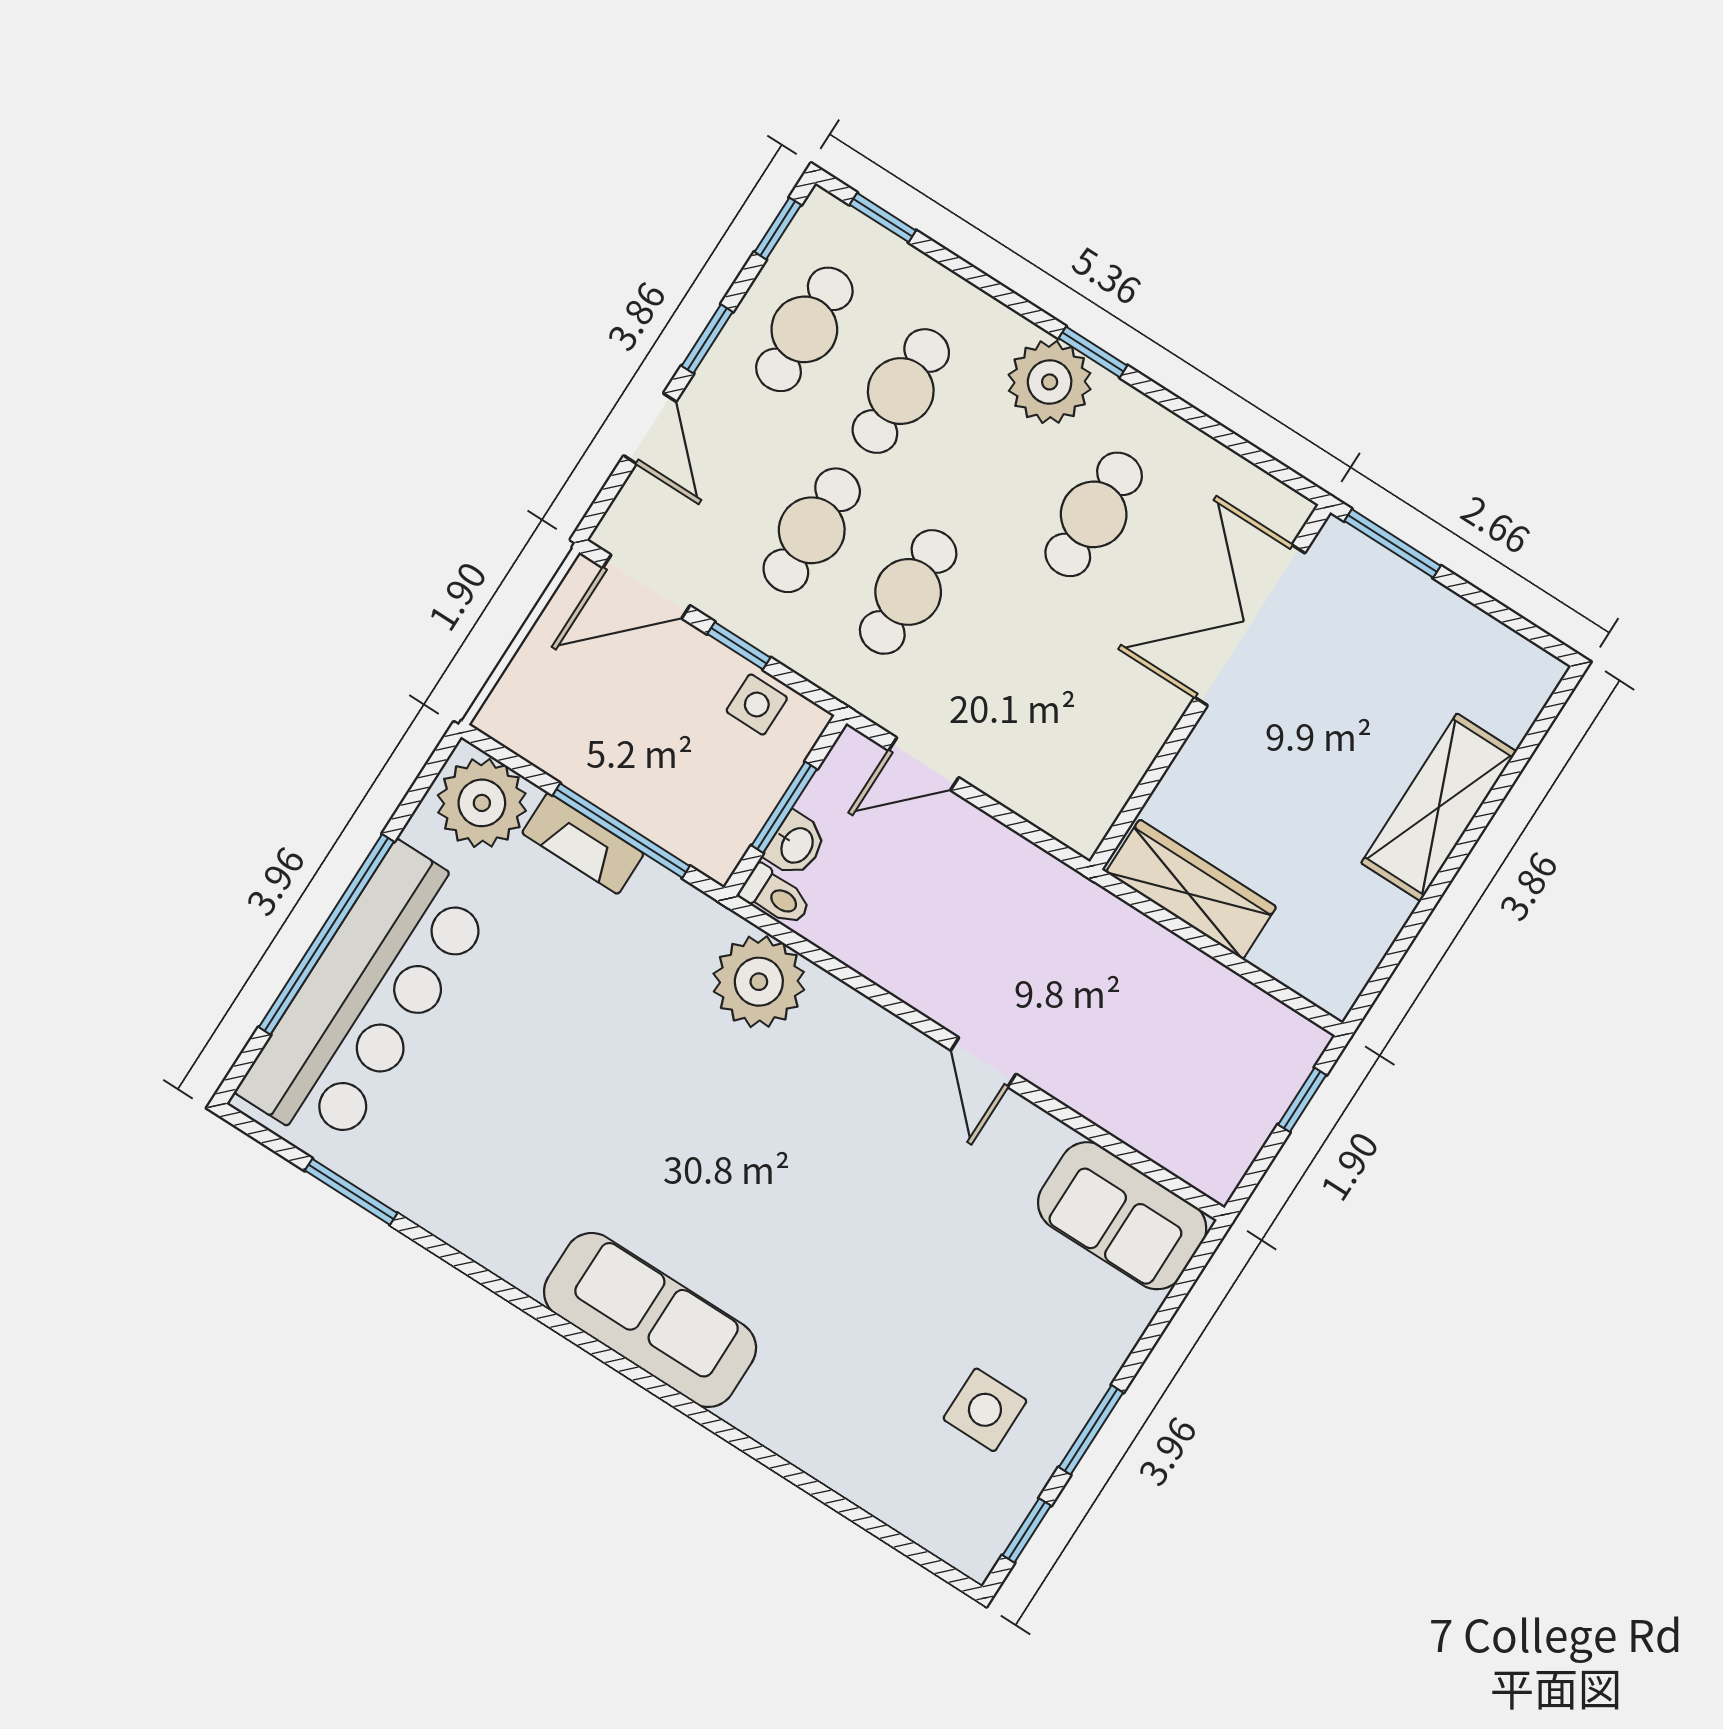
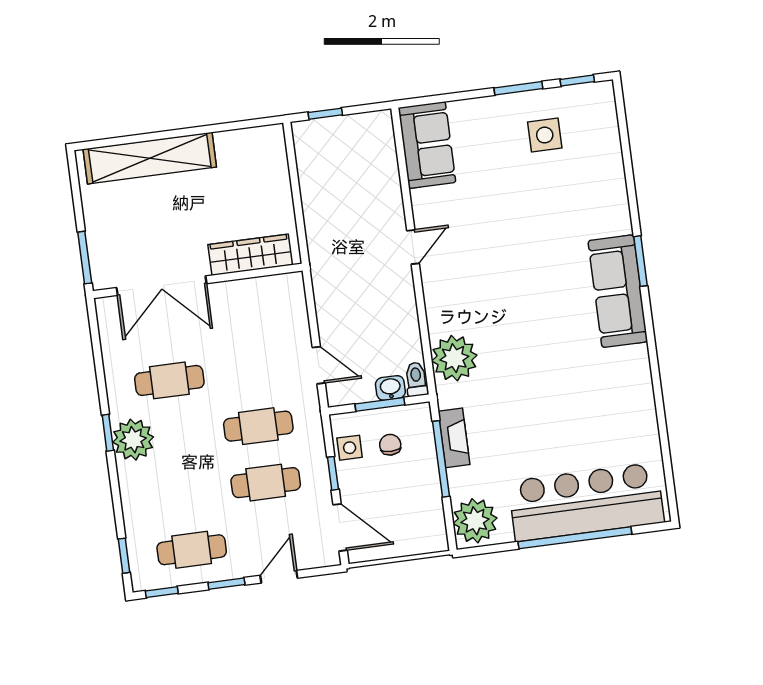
cafe table: (901, 391) -> (184, 493), removed
chair: (709, 771) -> (390, 445), added
shelving: (1439, 807) -> (150, 158), width x1.47
fireplace: (583, 843) -> (454, 438), moved
wardrobe: (1191, 889) -> (250, 255), moved, turned 90
window: (351, 1192) -> (641, 261), moved

